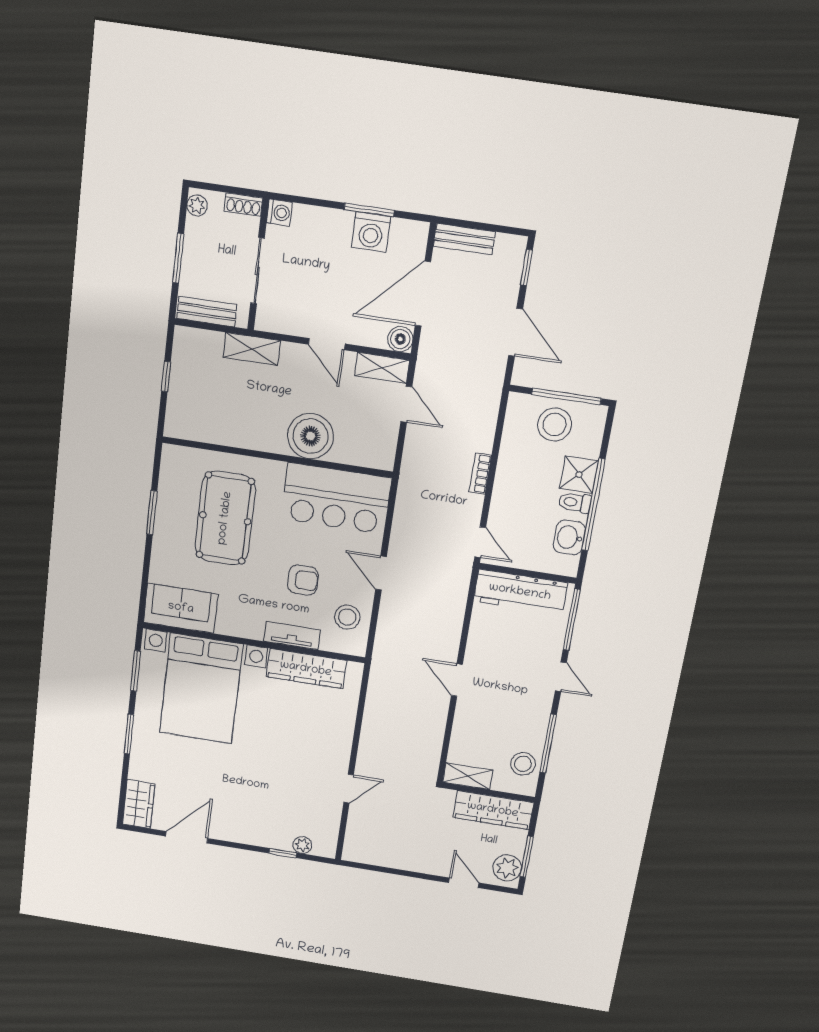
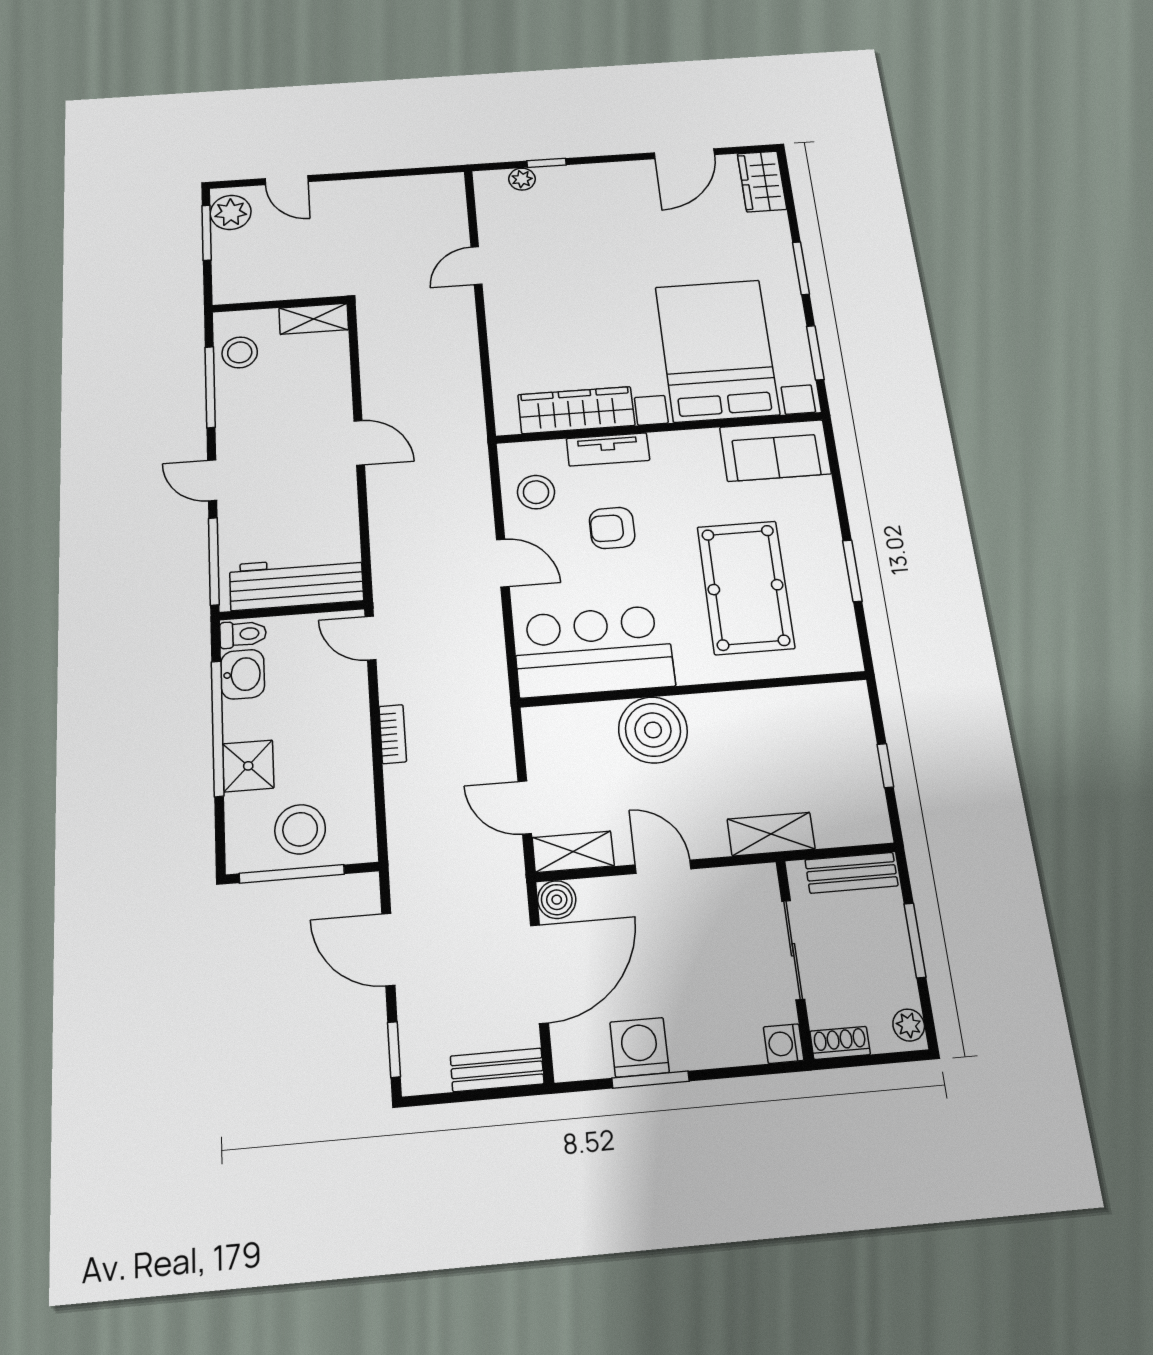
toilet: (575, 502) -> (243, 634), moved
wardrobe: (493, 810) -> (267, 283), removed

